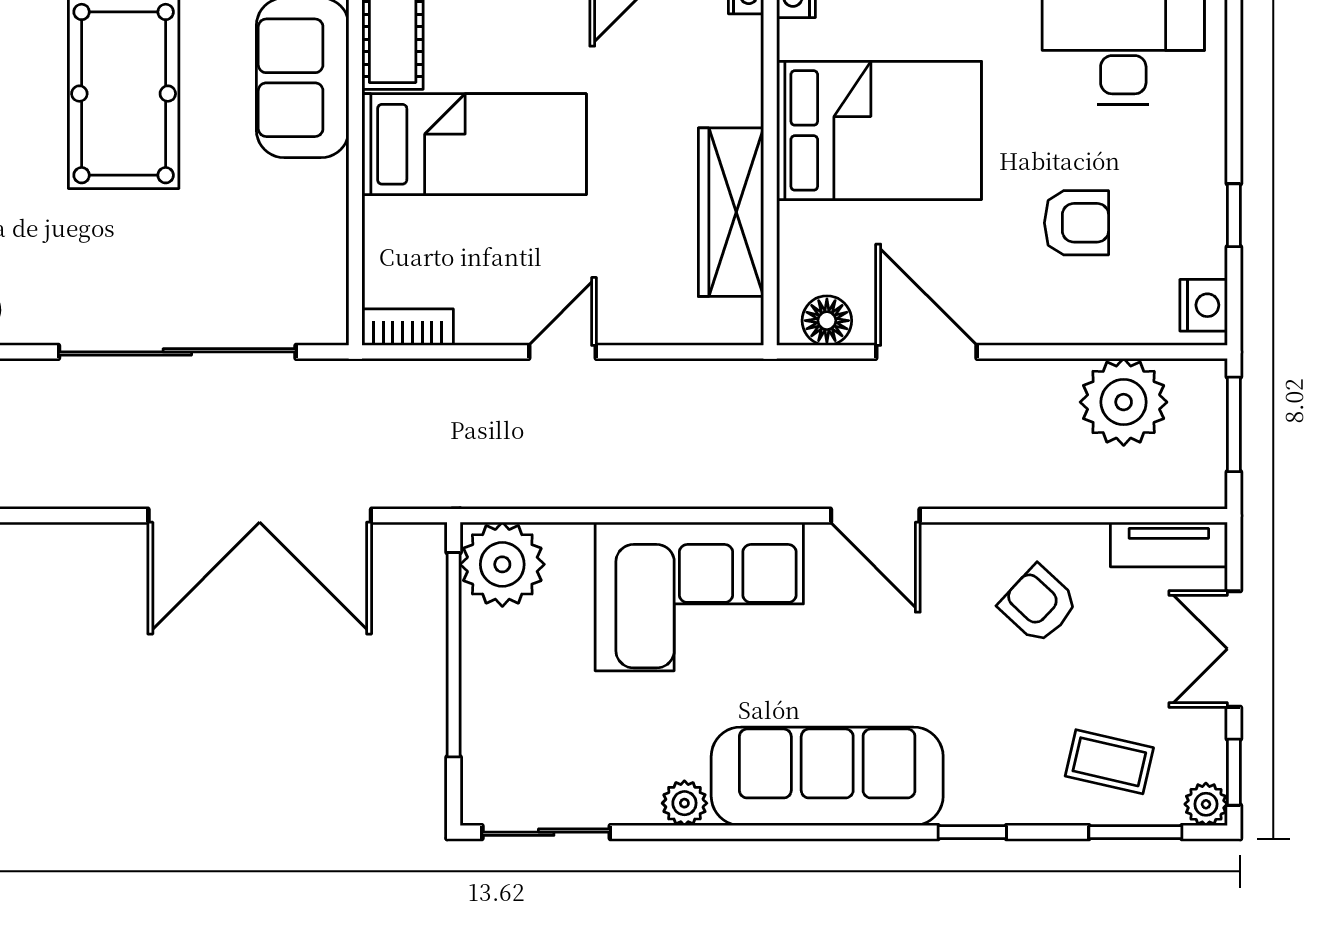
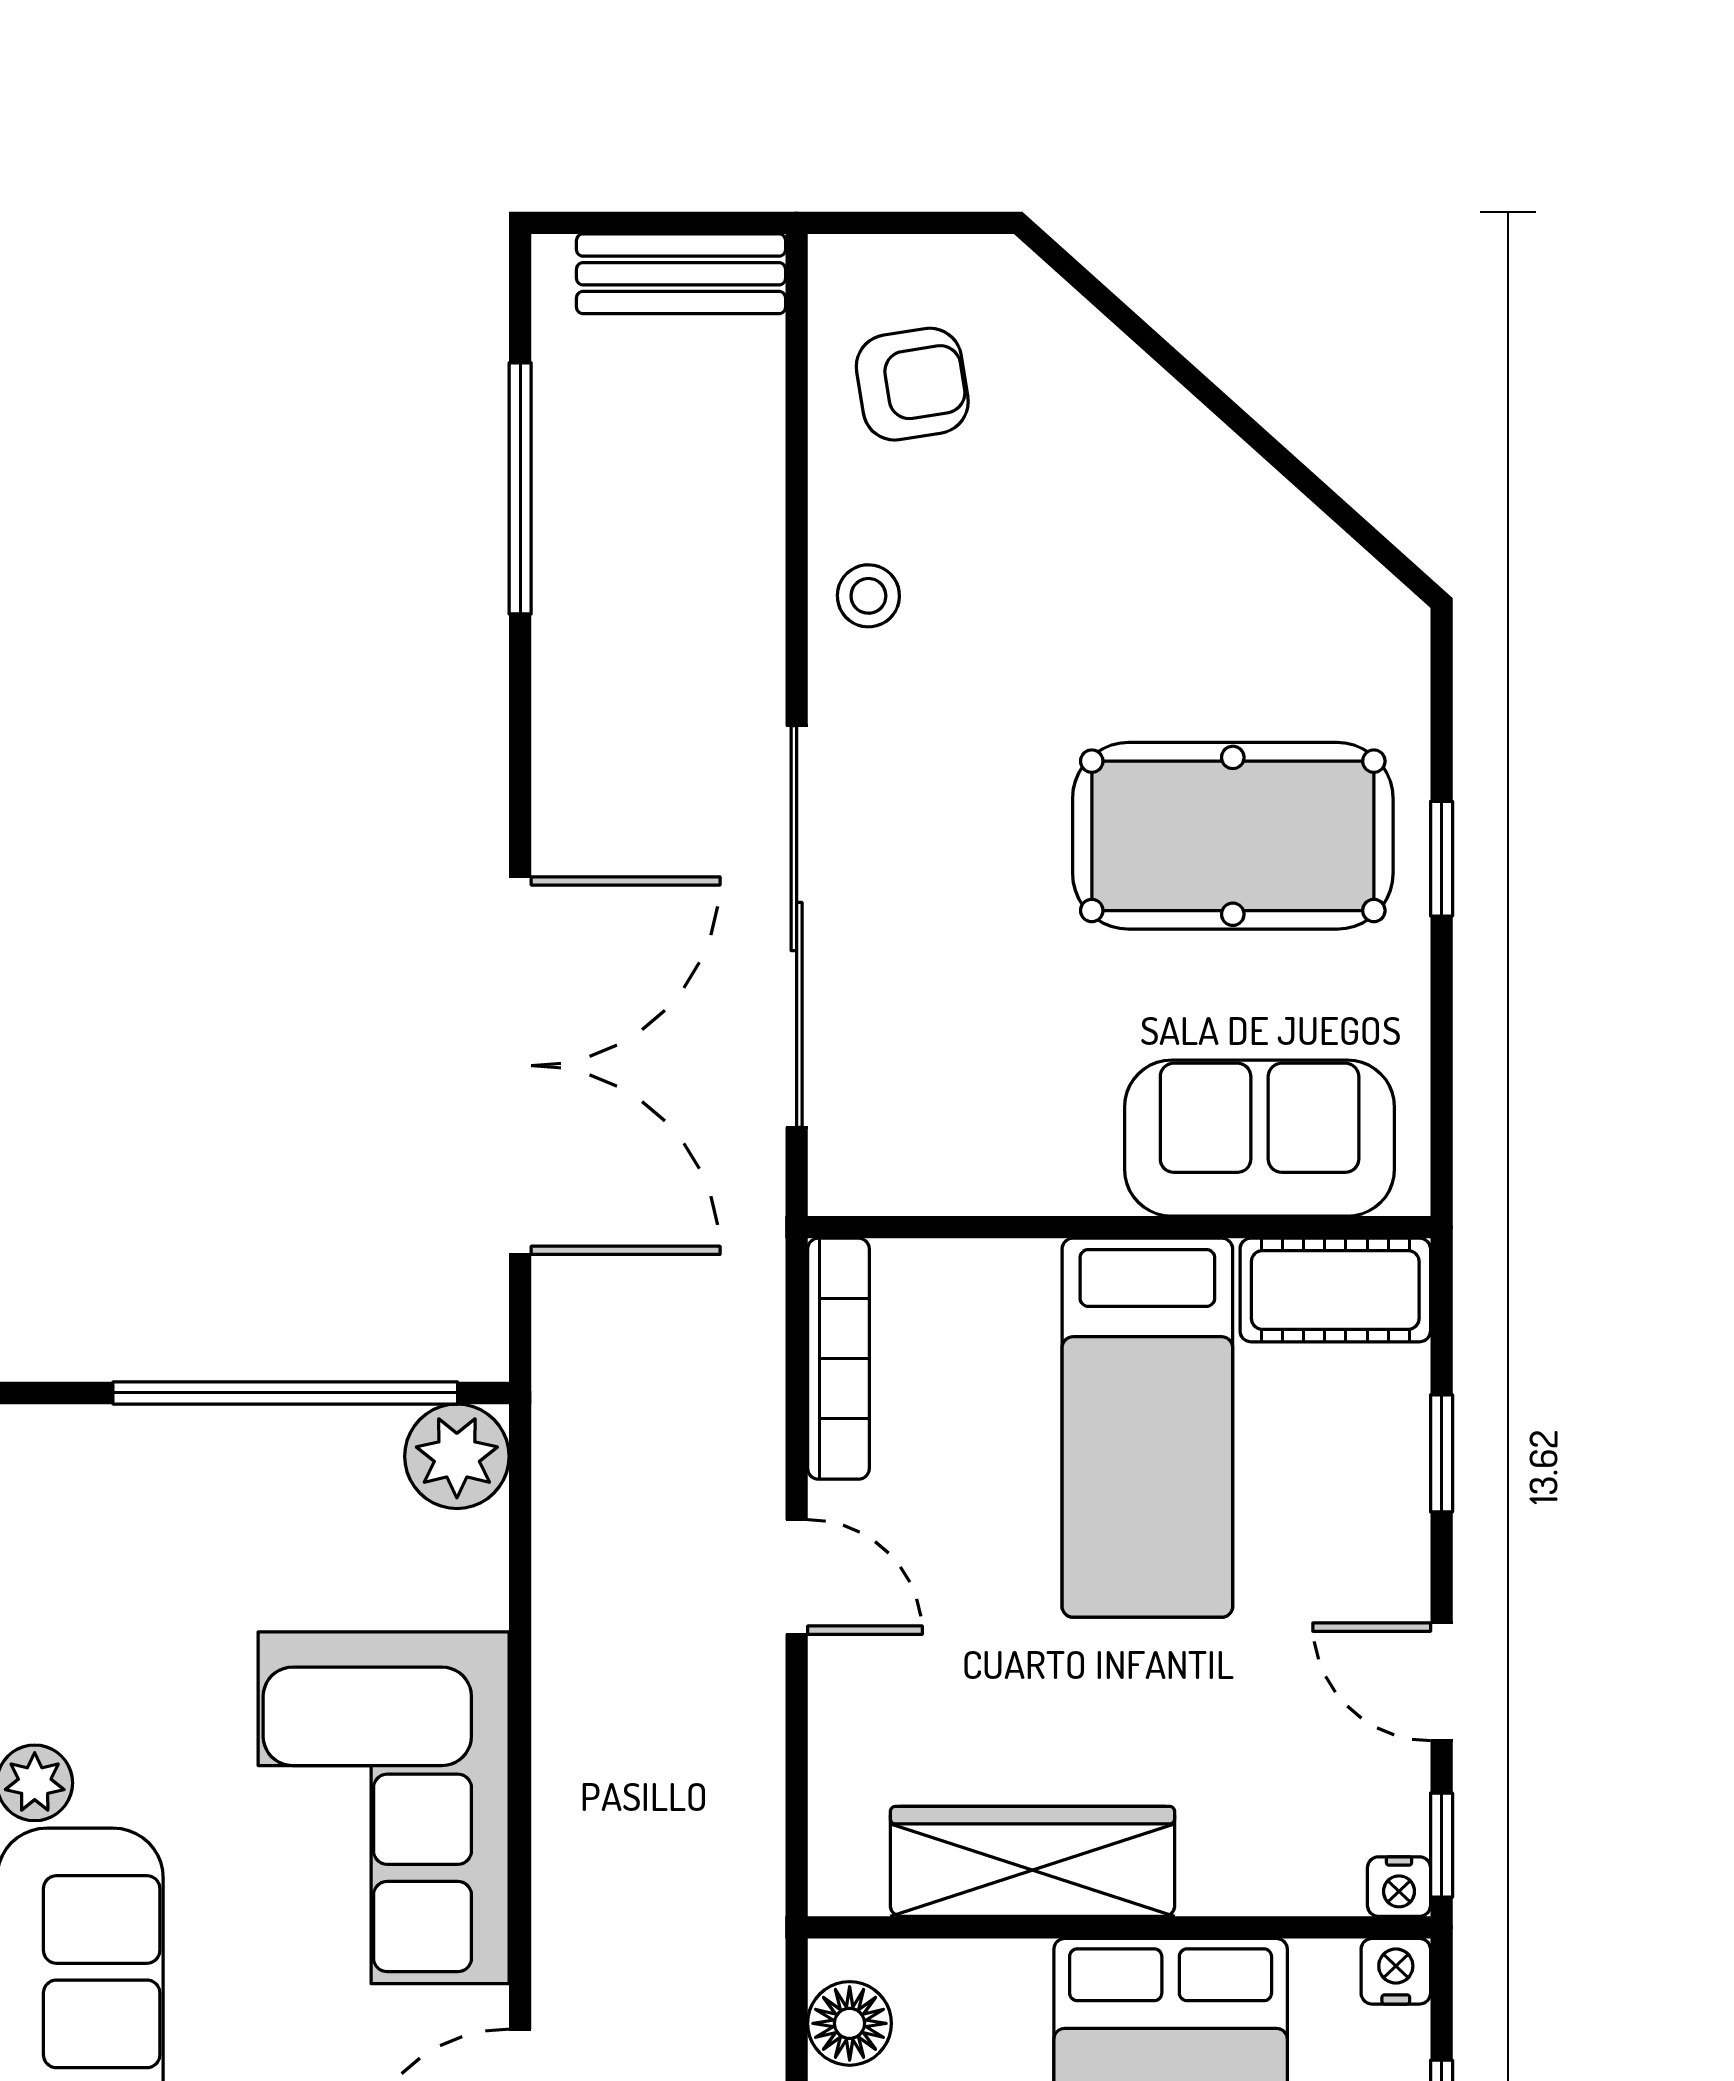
bookcase: (408, 327) -> (838, 1359), width x1.56
double door: (260, 516) -> (520, 1066), swing flipped
plant: (502, 564) -> (457, 1456), width x0.73, depth x0.73

